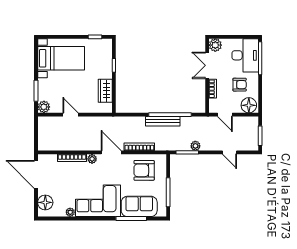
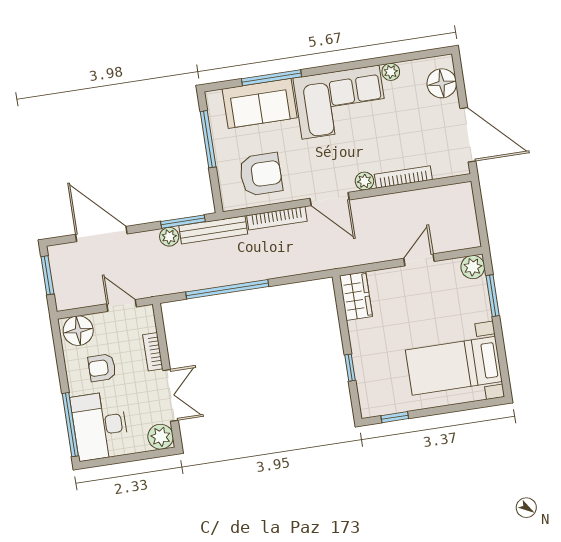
wardrobe: (105, 91) -> (356, 296), moved
door: (71, 115) -> (419, 260), swing flipped
bench: (163, 121) -> (213, 230), moved
door: (230, 152) -> (101, 234), width x1.88

